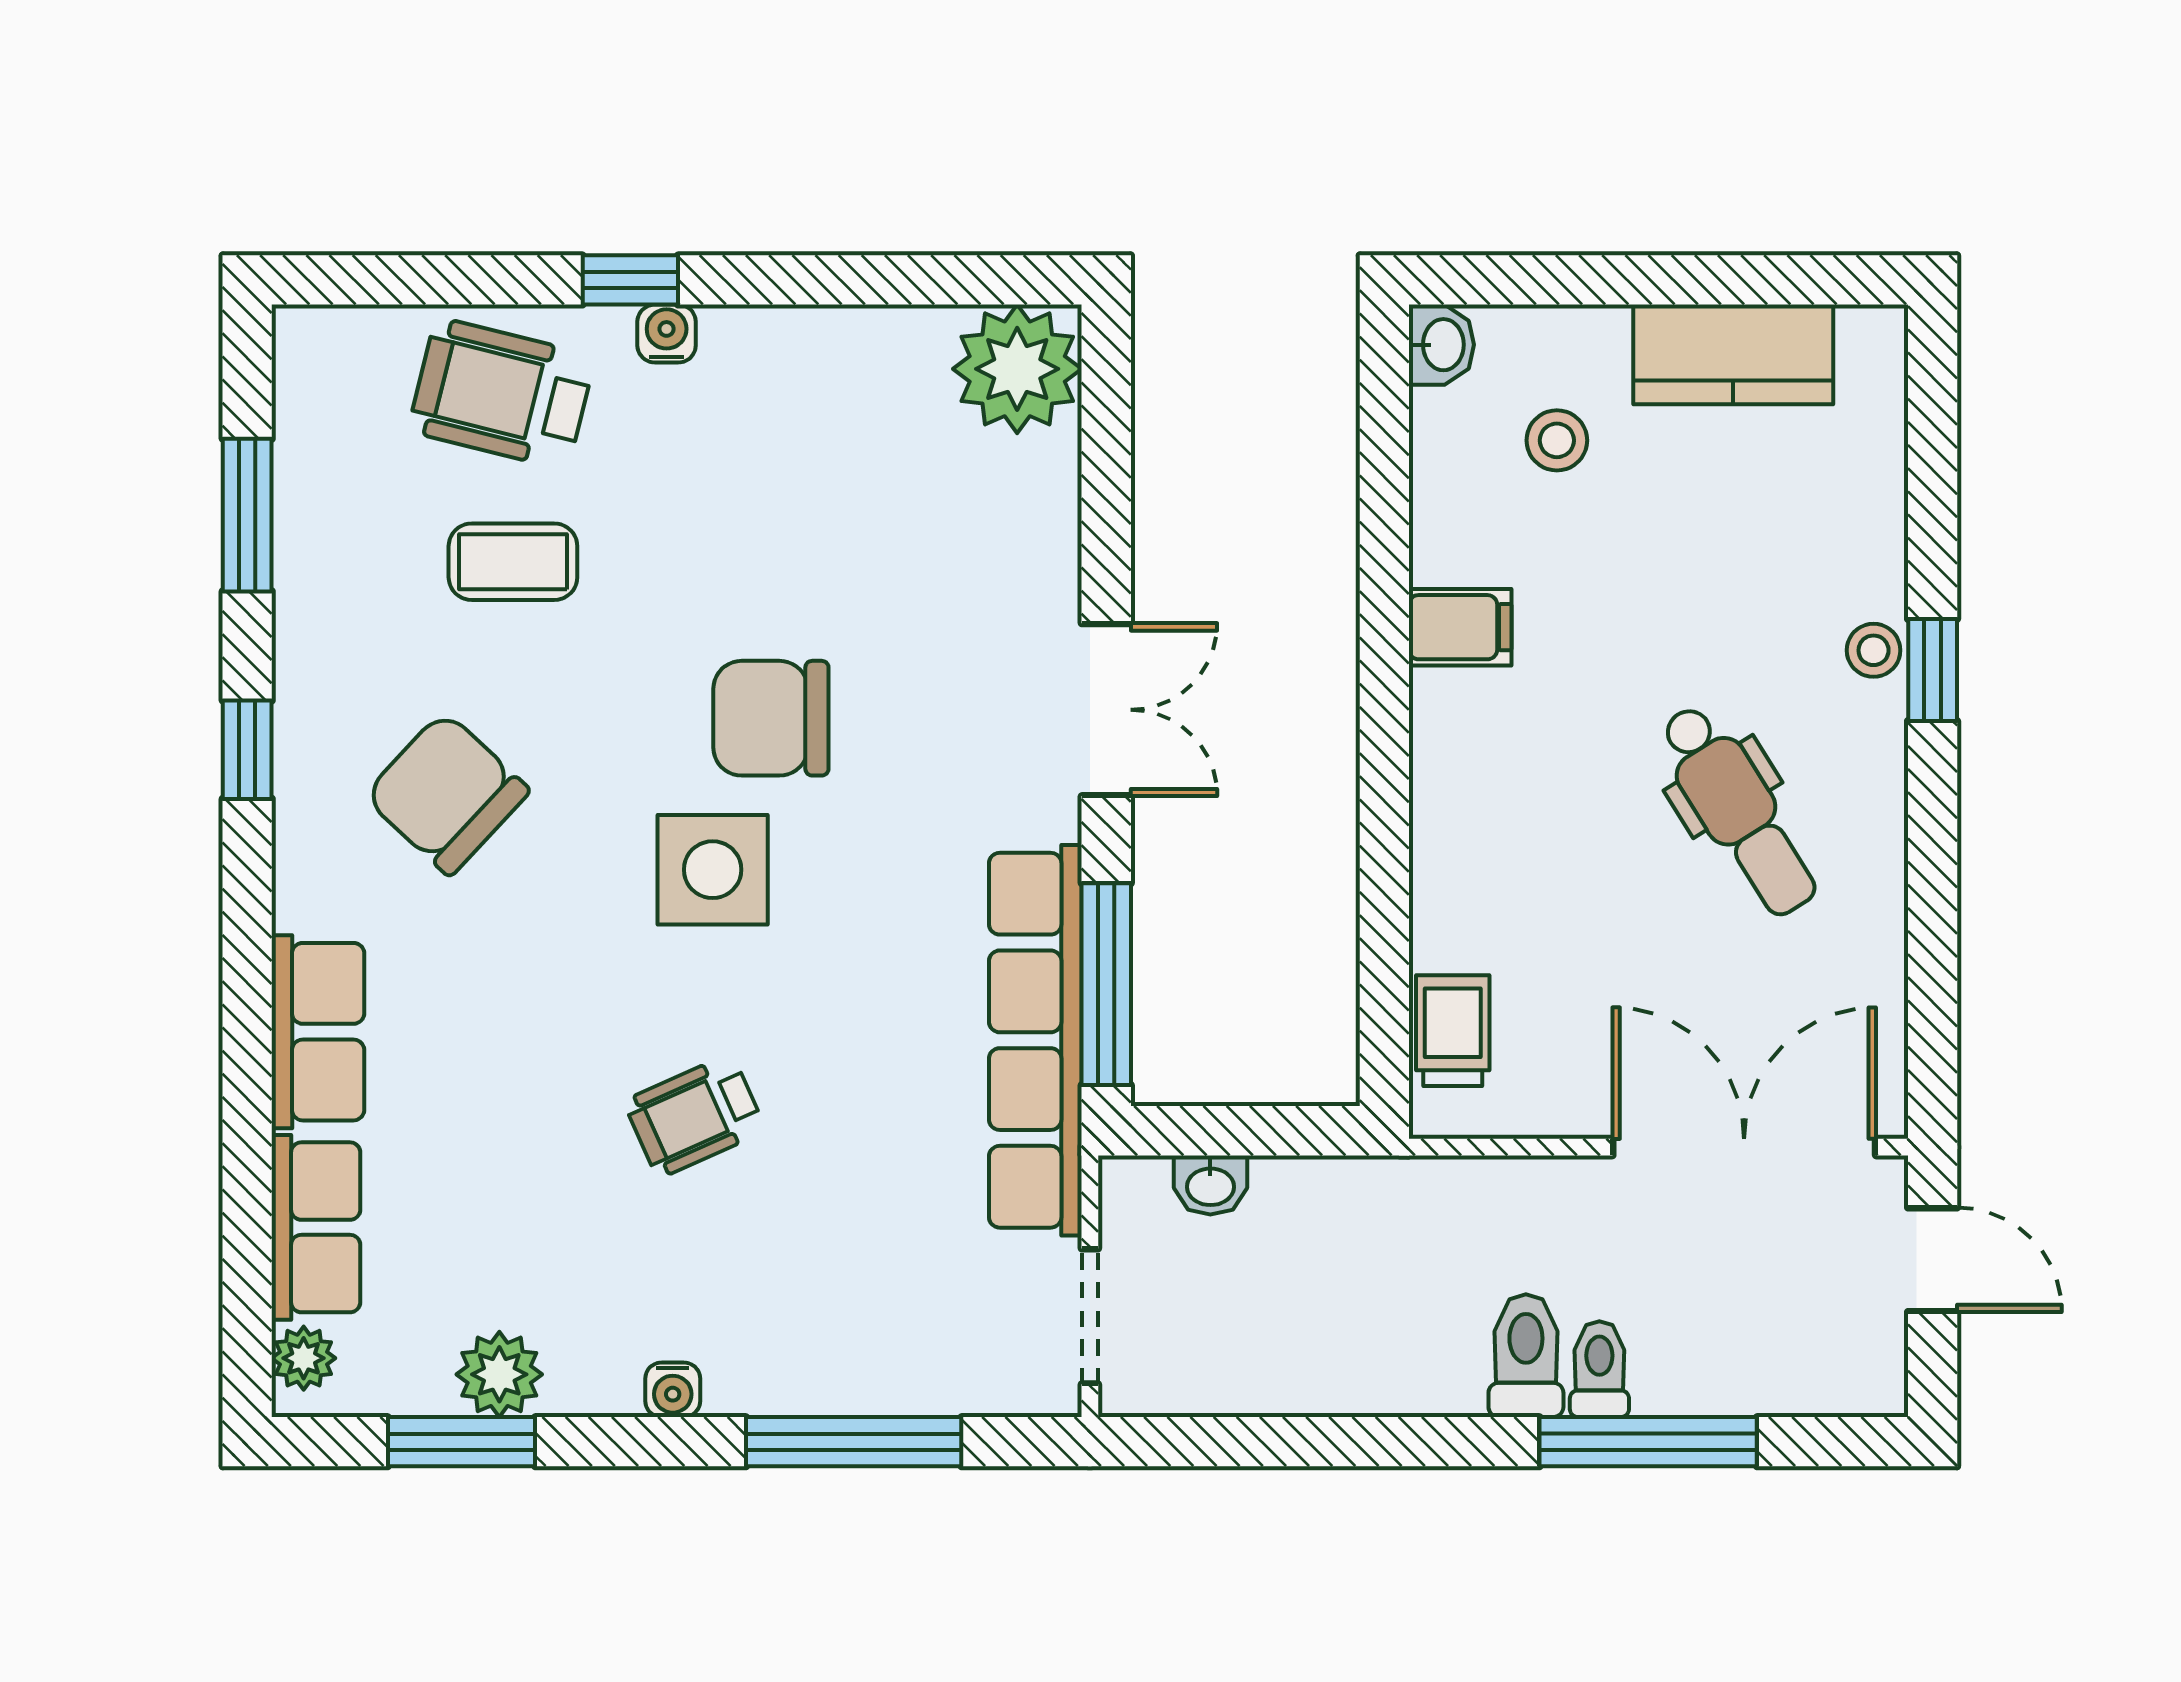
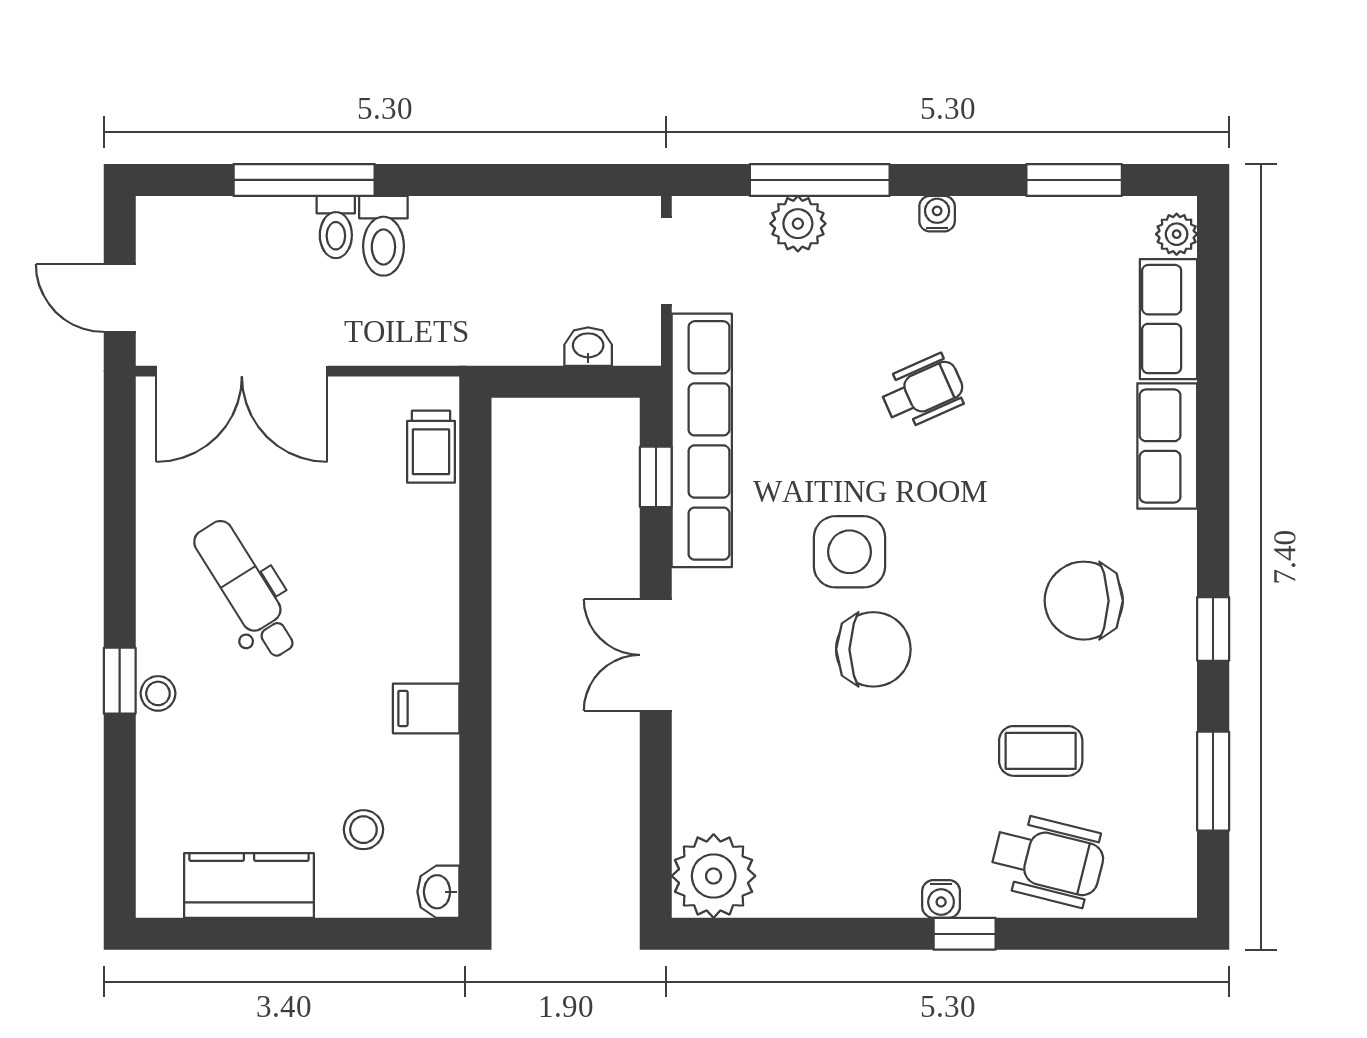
chair: (447, 793) -> (1084, 601), turned 137
side table: (713, 870) -> (850, 552), moved
window: (1106, 984) -> (656, 477), width x0.46
plant: (499, 1374) -> (798, 224), moved

